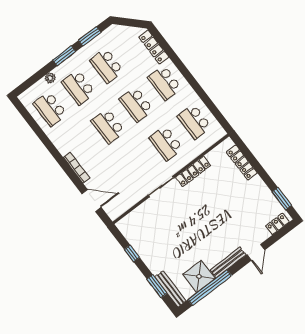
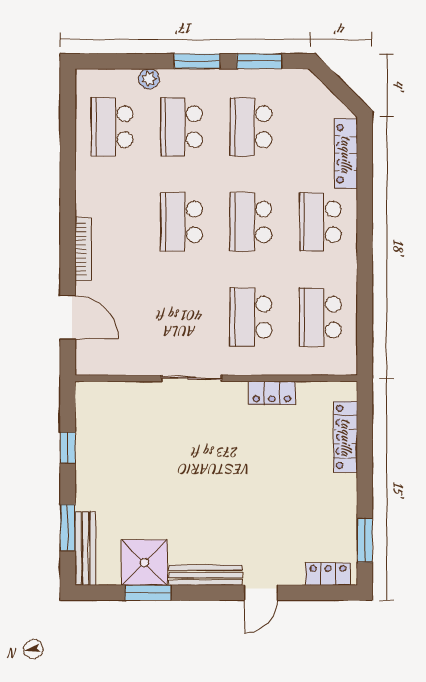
locker: (193, 171) -> (272, 393), width x0.66
window: (210, 288) -> (148, 593), width x0.47

